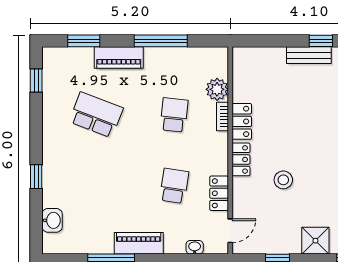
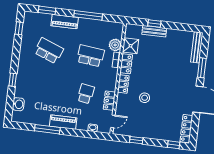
window: (321, 41) -> (154, 24), moved
bench: (309, 55) -> (154, 31), moved
school desk: (174, 115) -> (90, 56), width x1.85
shower: (315, 241) -> (131, 46), moved

